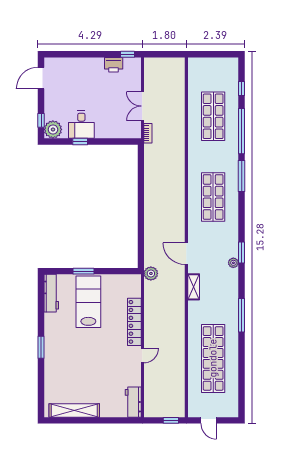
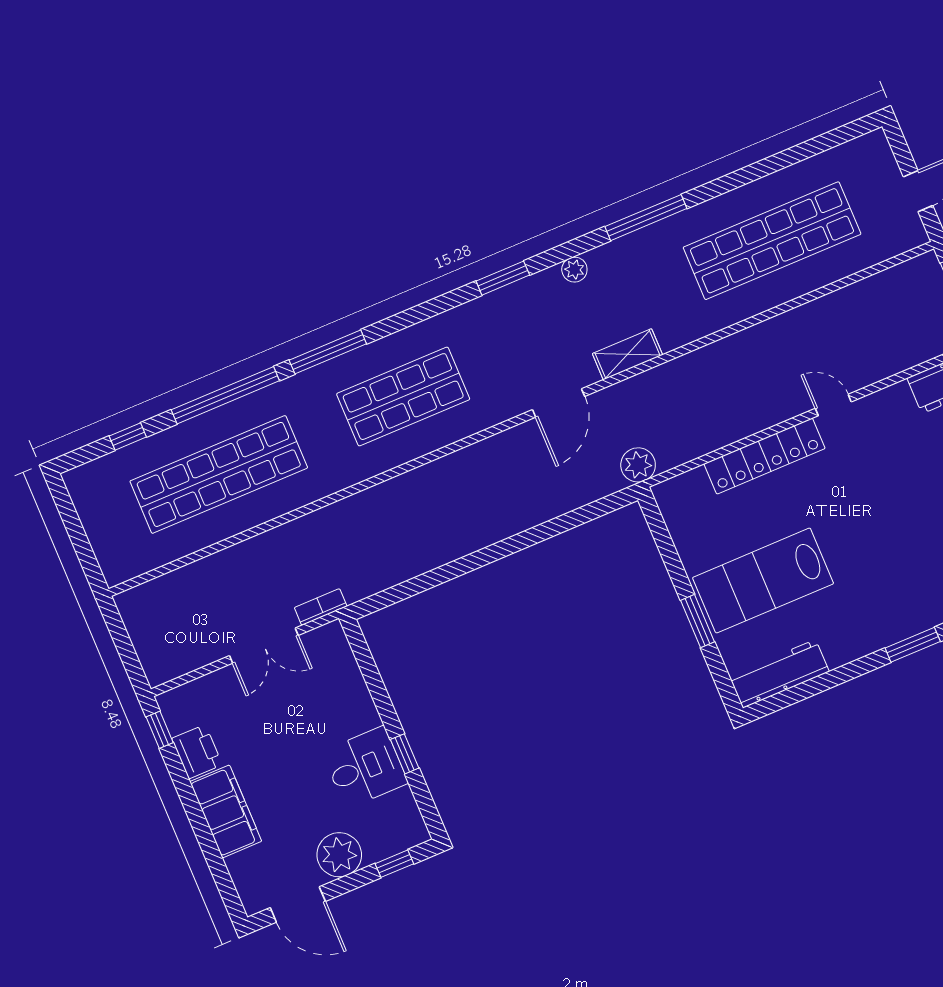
filing cabinet: (87, 66) -> (226, 811), added
shop shelf: (213, 116) -> (219, 474), width x1.40
plant: (53, 129) -> (339, 855), moved
plant: (233, 263) -> (574, 270), moved

